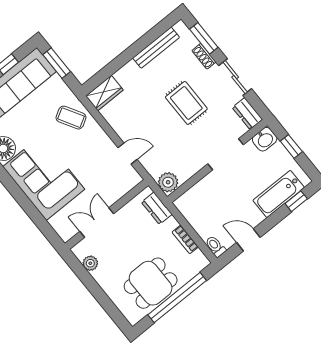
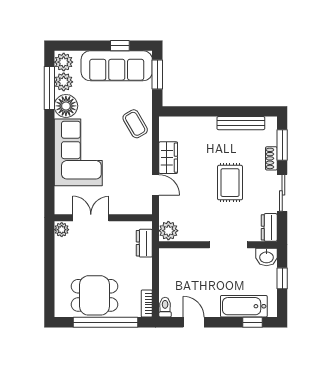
wardrobe: (104, 93) -> (168, 158), moved, turned -90
bookcase: (185, 239) -> (147, 303), moved
plant: (90, 263) -> (62, 230), moved

